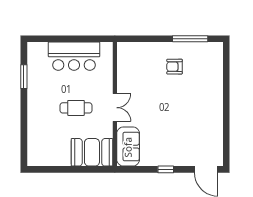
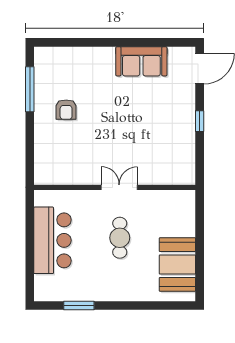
sofa: (128, 147) -> (141, 61), moved, turned 180
booth: (92, 152) -> (177, 264), moved

